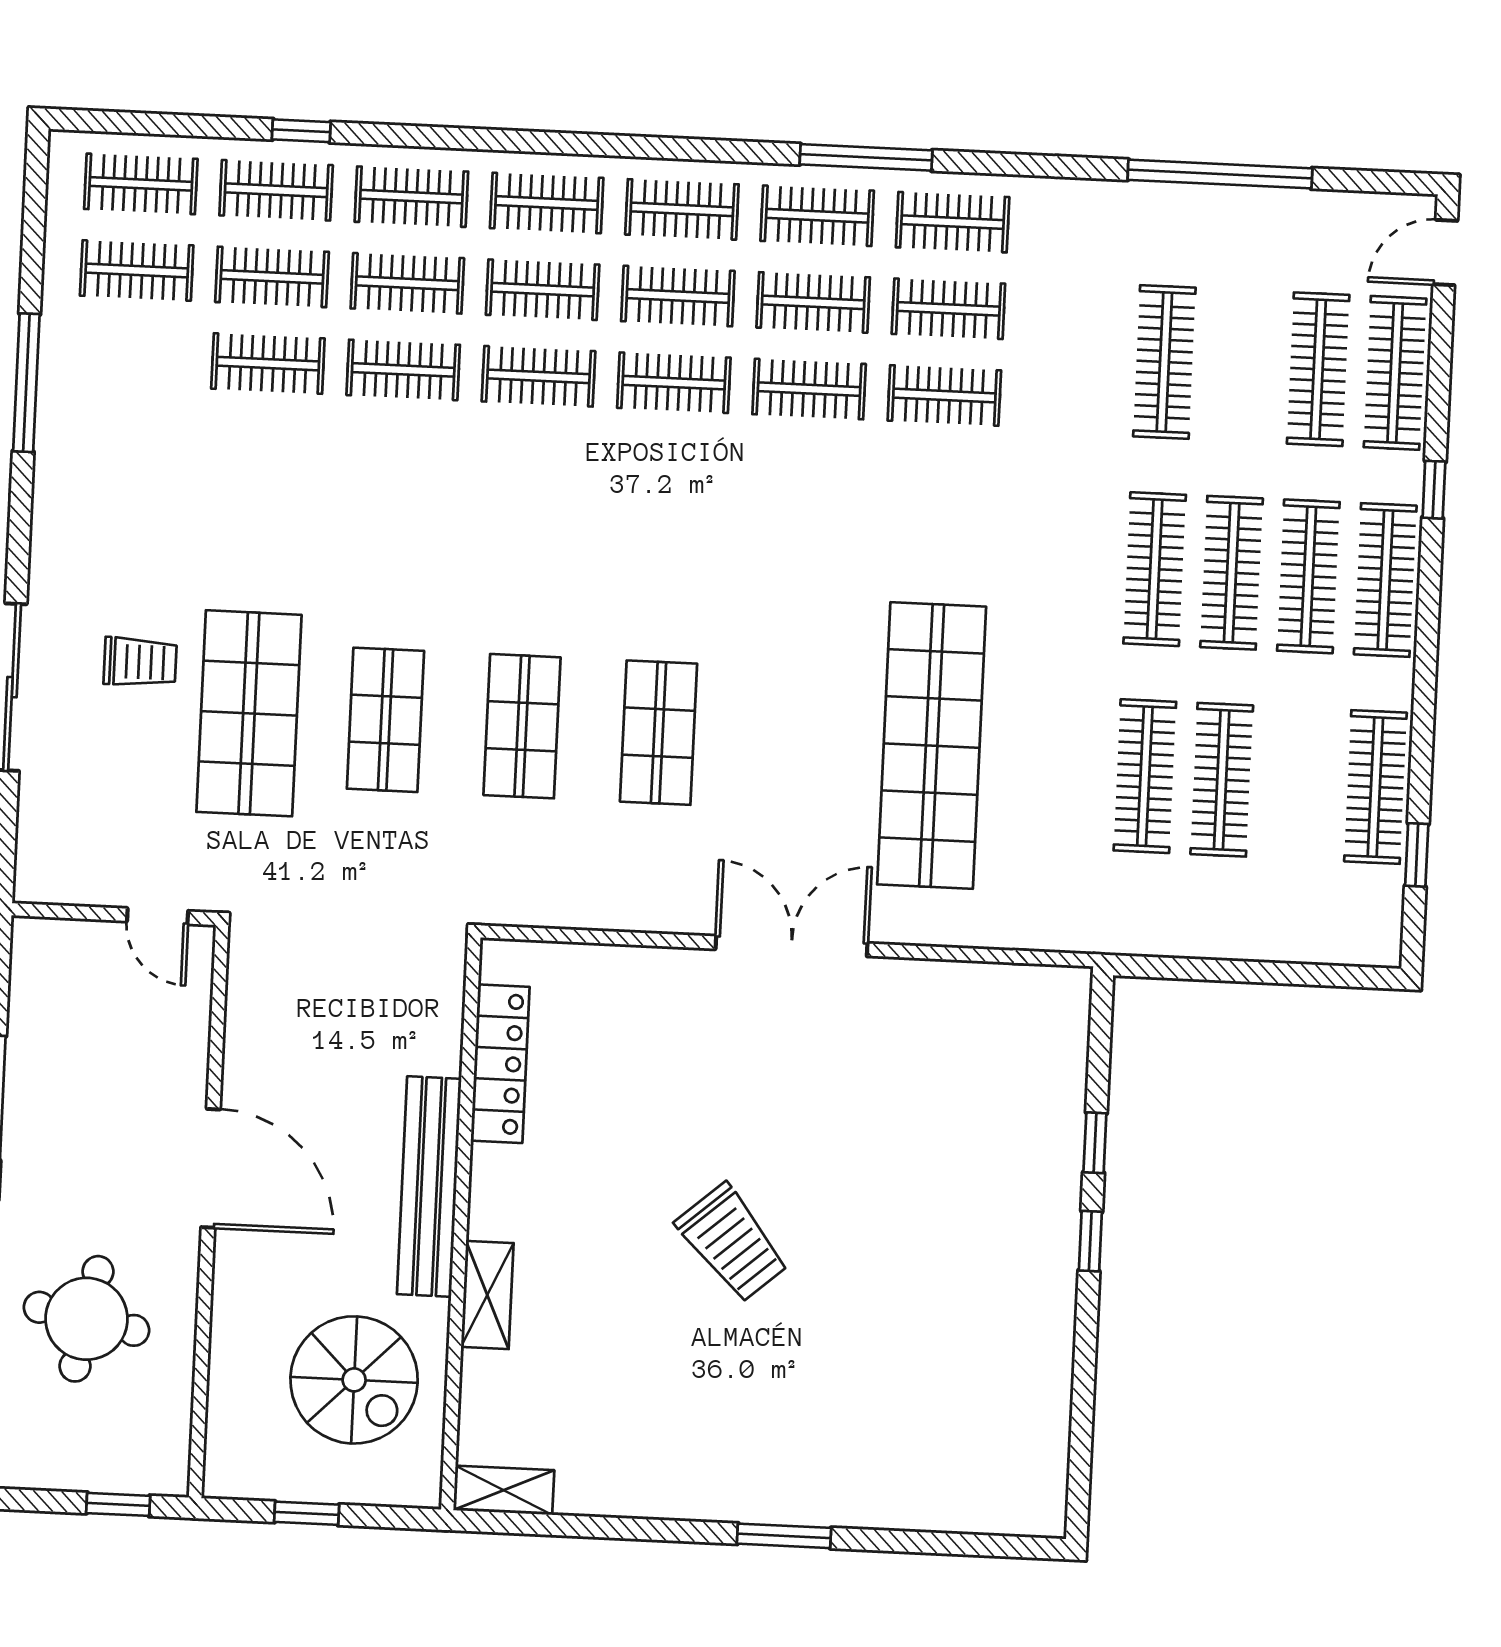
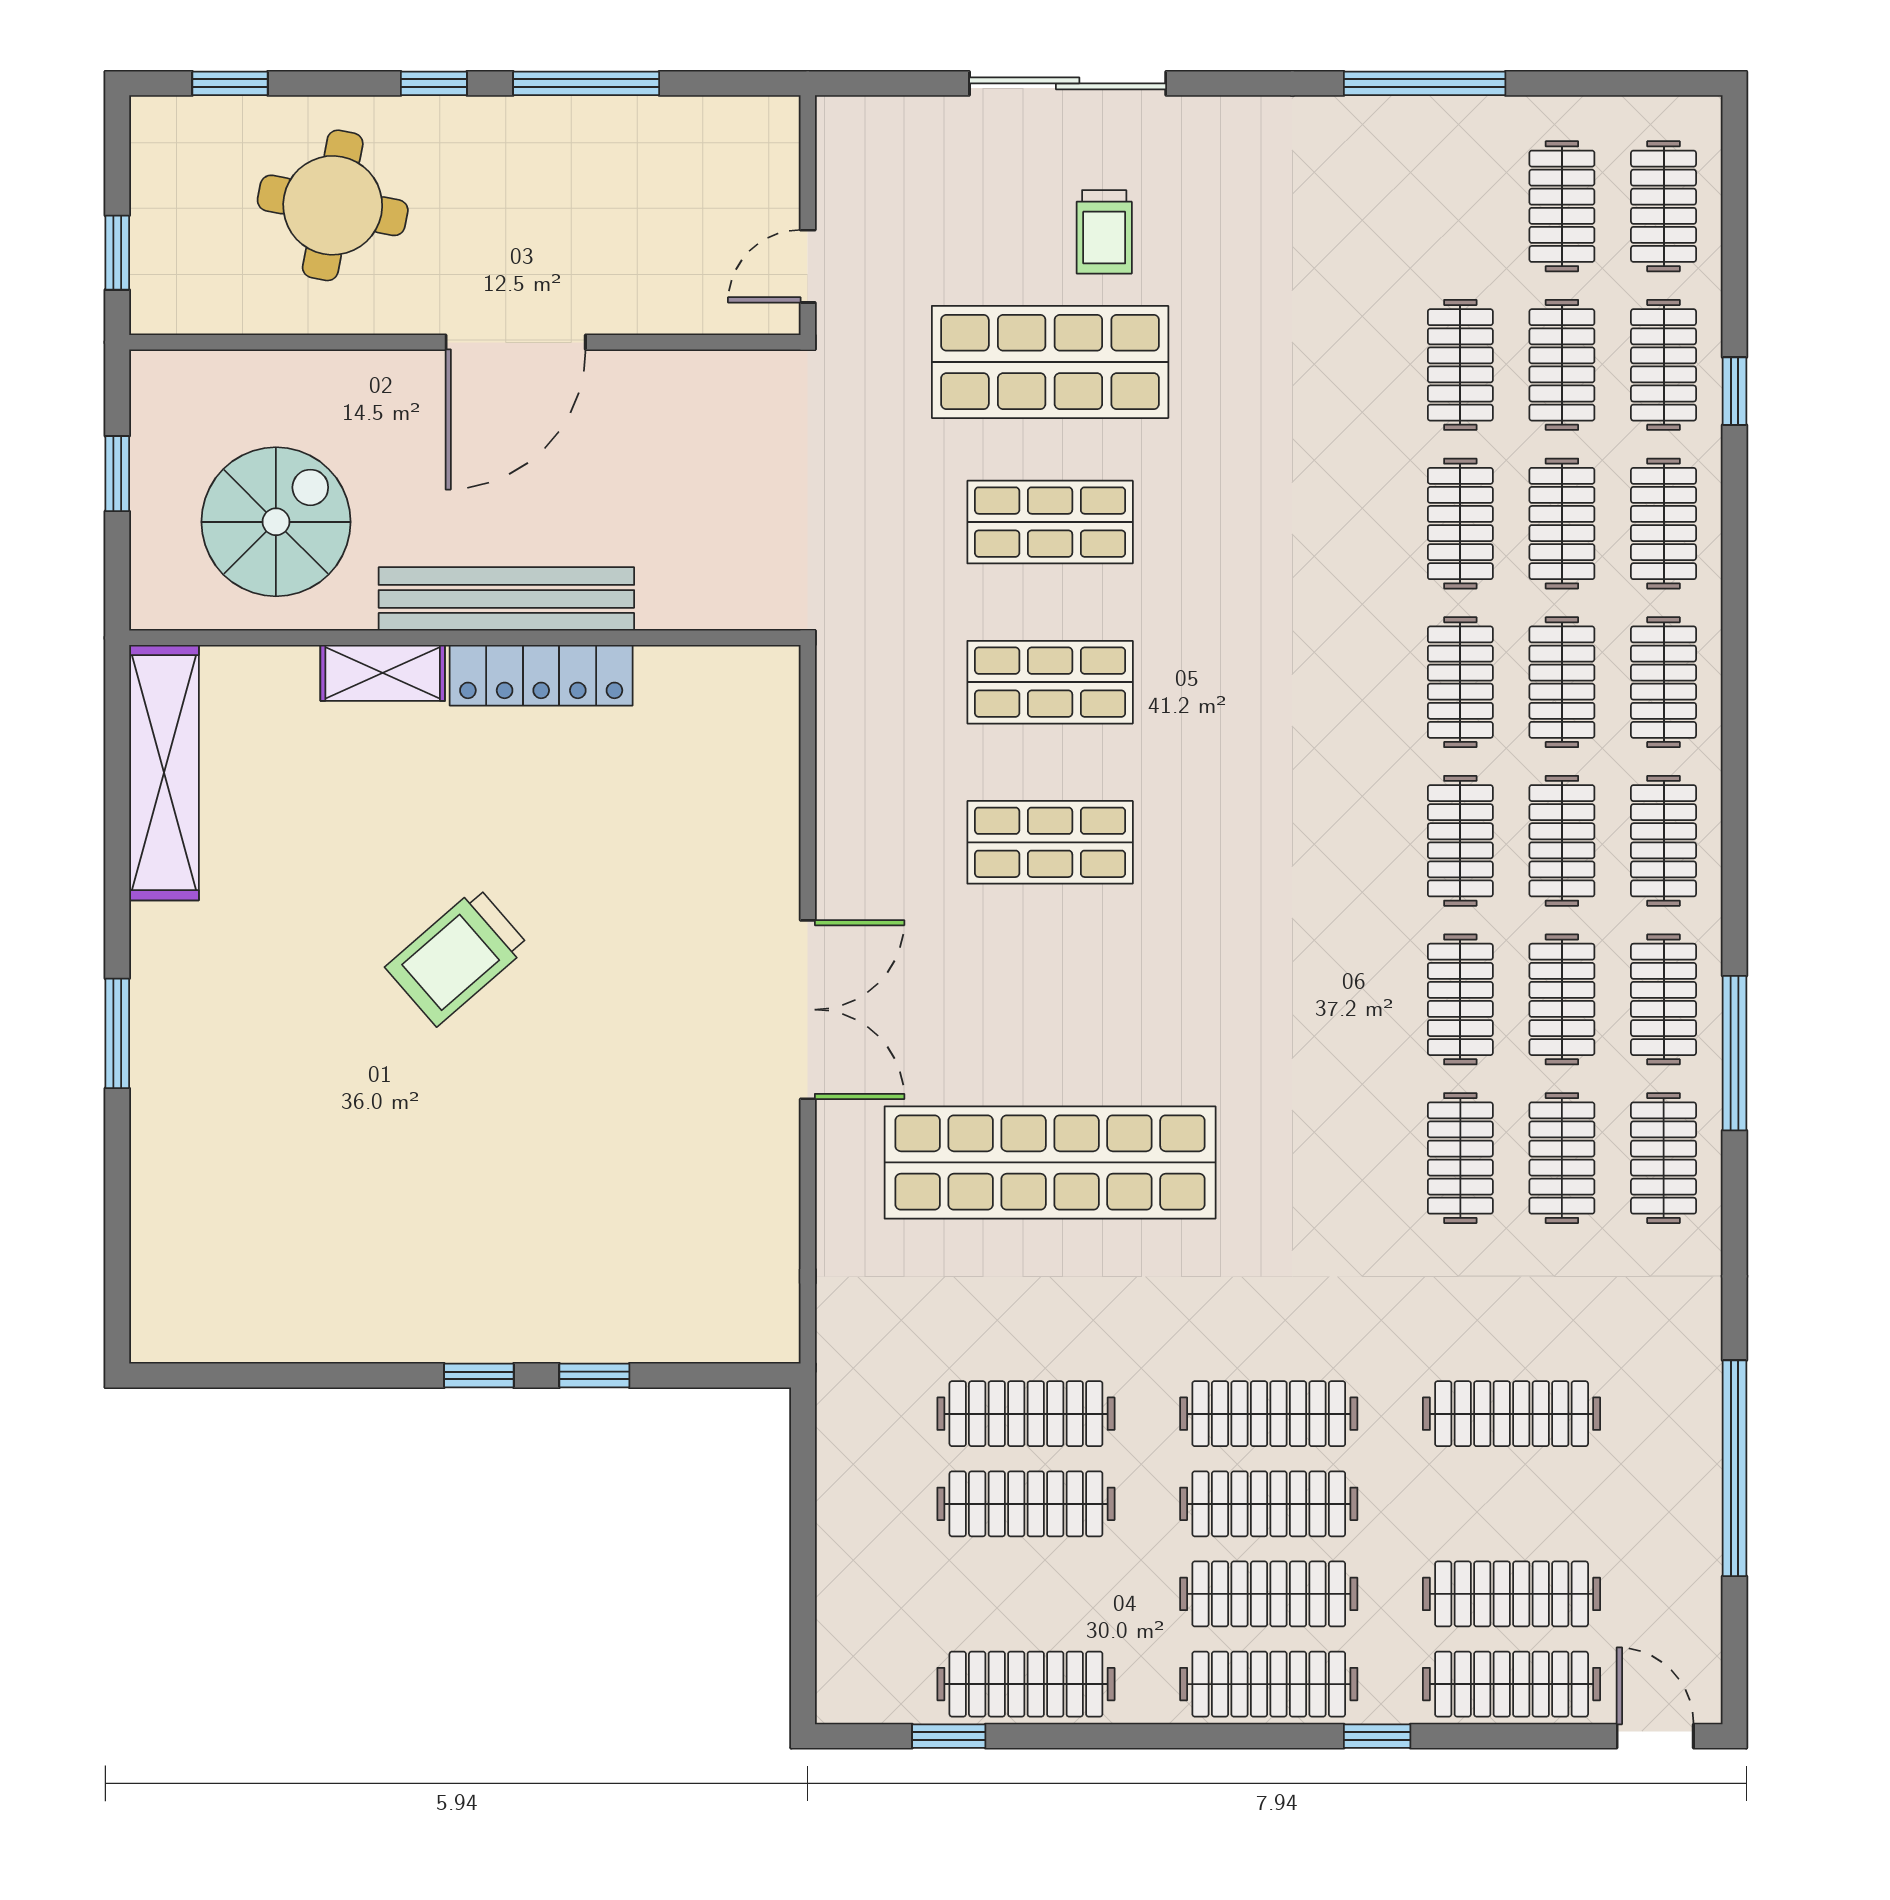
locker: (500, 1064) -> (541, 675), moved
spiral stairs: (354, 1380) -> (276, 522), turned 180
shelving: (504, 1490) -> (164, 773), width x2.20, depth x1.33

